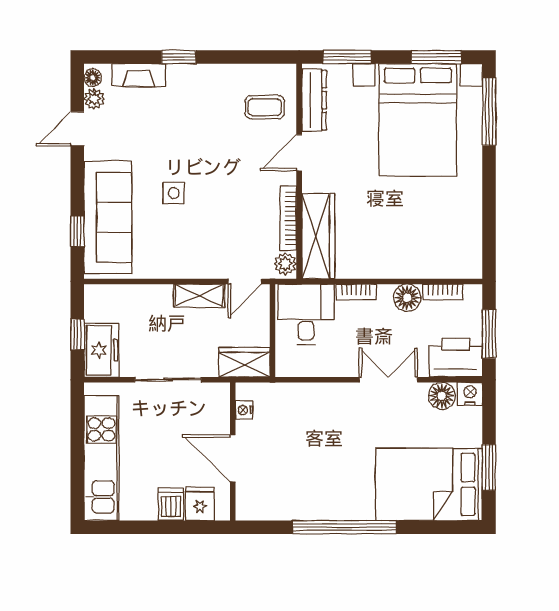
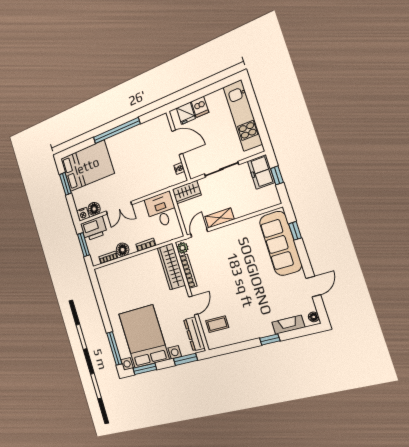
plant: (94, 99) -> (309, 306), removed
side table: (174, 193) -> (249, 267), removed
desk: (306, 314) -> (161, 210), moved, turned 180

